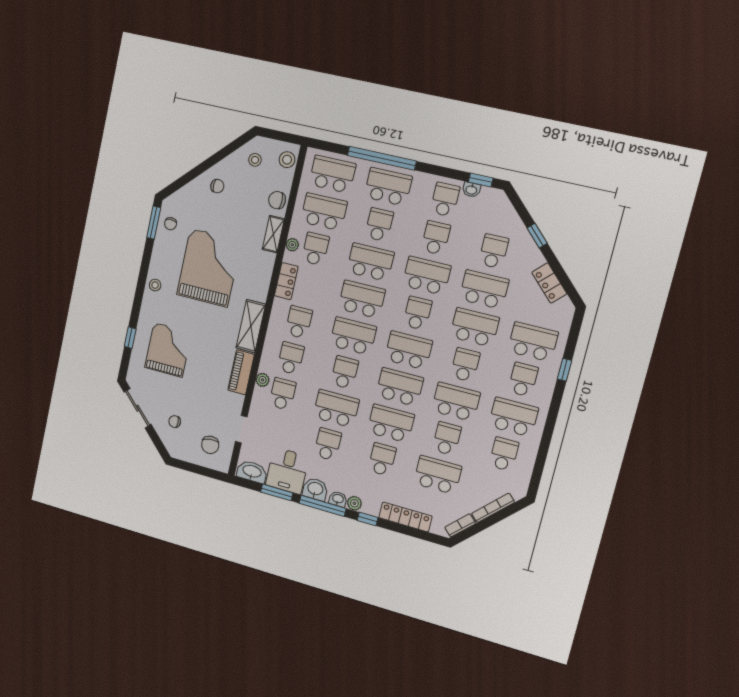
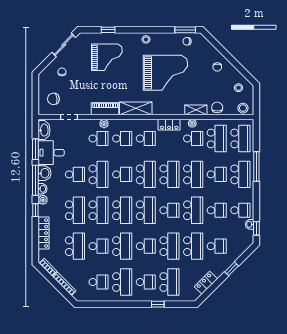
window: (382, 158) -> (256, 166), width x0.68
school desk: (382, 459) -> (75, 210), width x1.85

